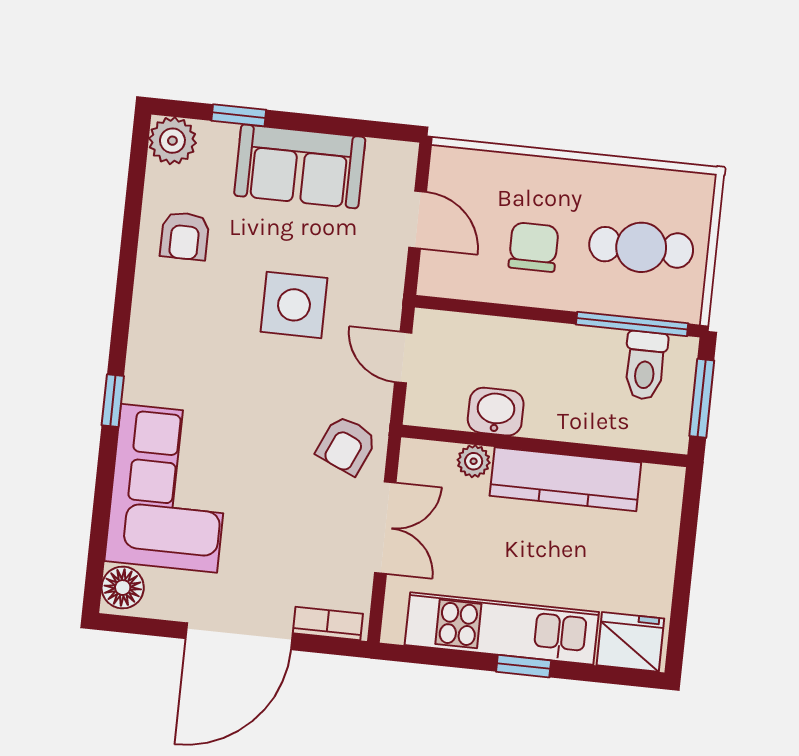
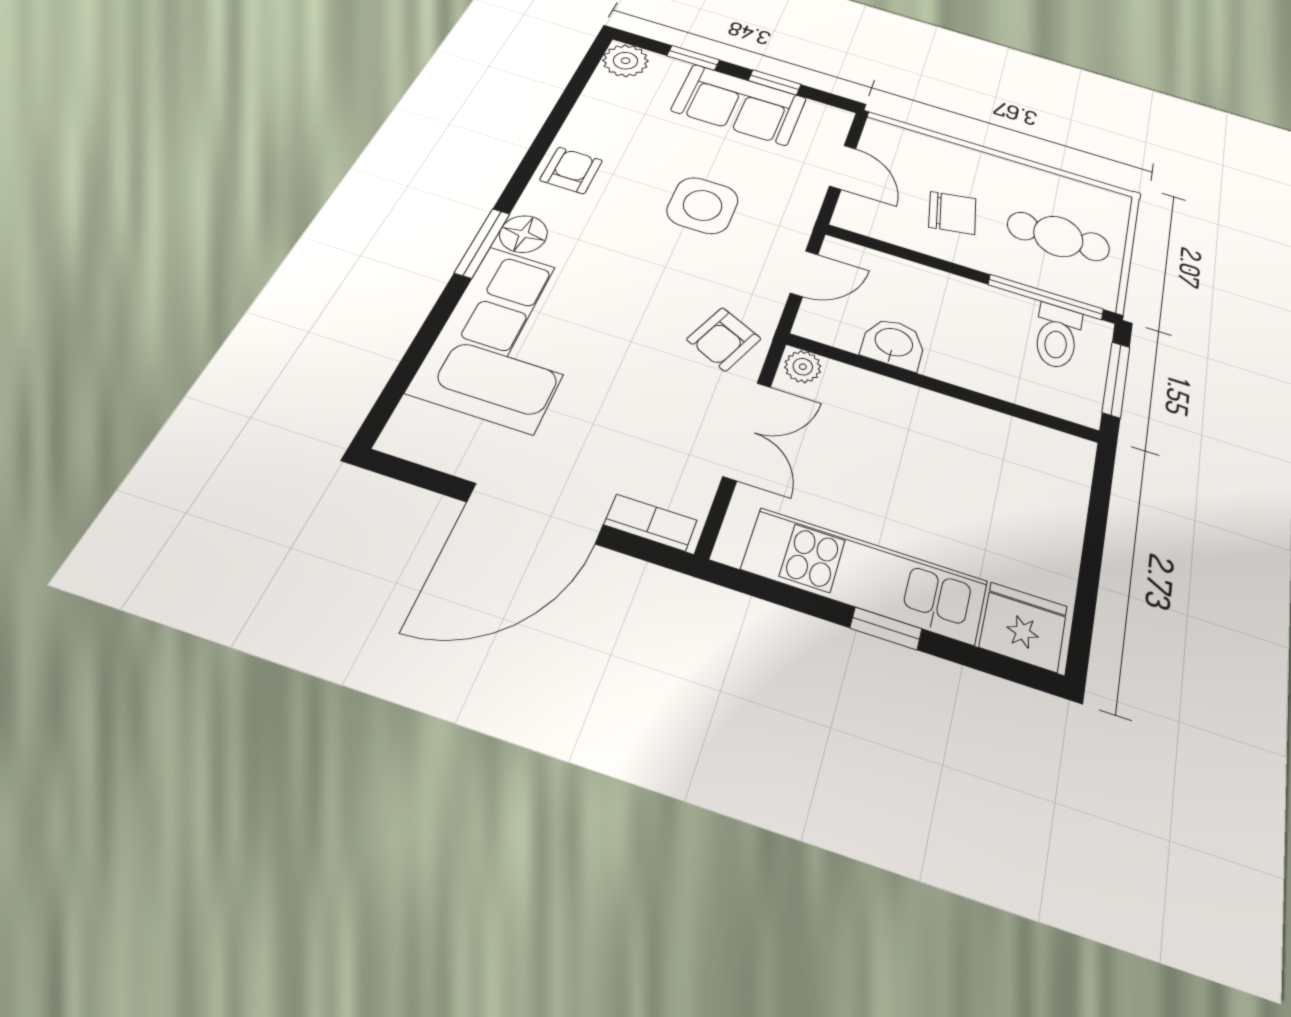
window: (329, 125) -> (775, 82), added
armchair: (185, 236) -> (571, 170), moved, turned 180
chair: (534, 247) -> (952, 213), turned 80
door: (403, 358) -> (804, 274), swing flipped
window: (113, 401) -> (482, 243), width x1.50
plant: (474, 461) -> (803, 367), moved
kitchen counter: (565, 479) -> (962, 426), removed
floor lamp: (123, 588) -> (523, 234), moved

